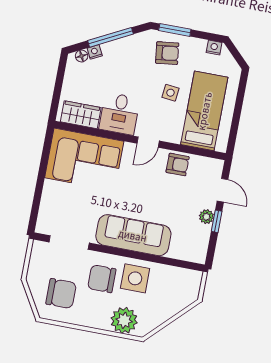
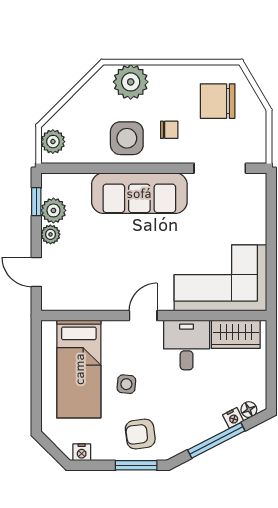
armchair: (178, 165) -> (100, 294), removed
window: (217, 221) -> (36, 202), moved
plant: (201, 234) -> (53, 210), added
chair: (102, 279) -> (169, 130), width x0.54, depth x0.54
plant: (191, 286) -> (53, 142), added

